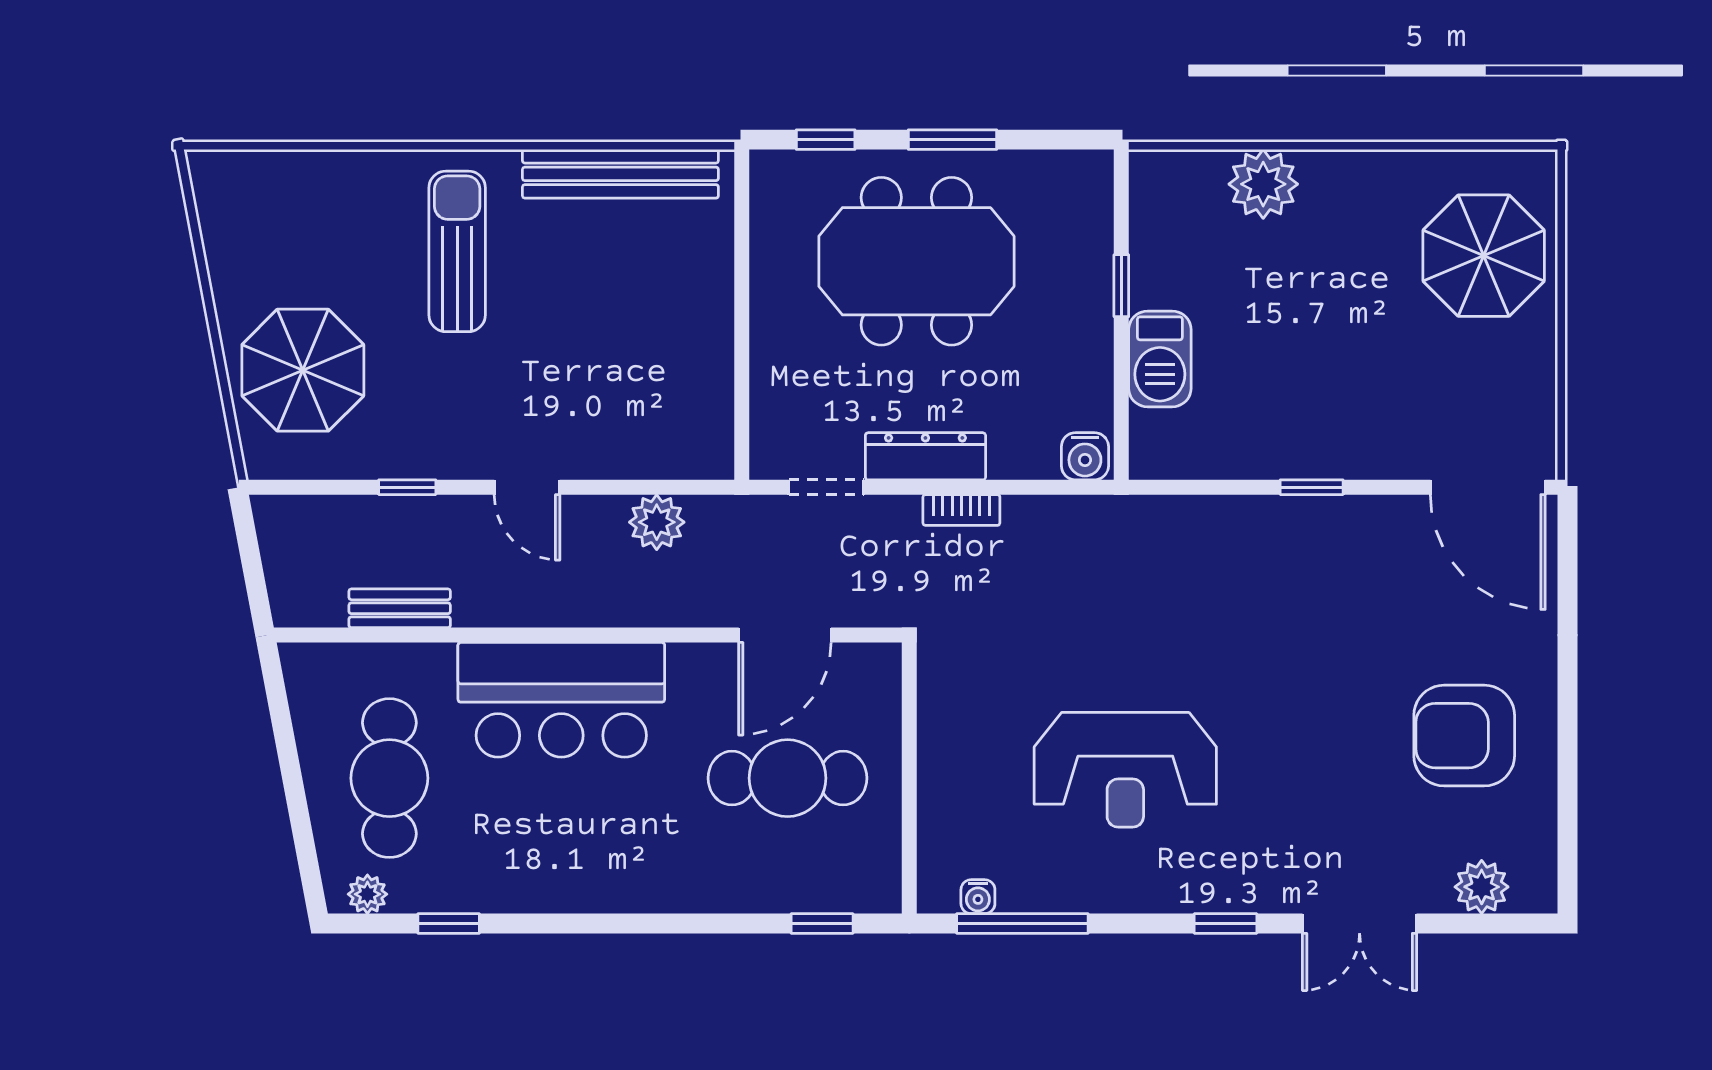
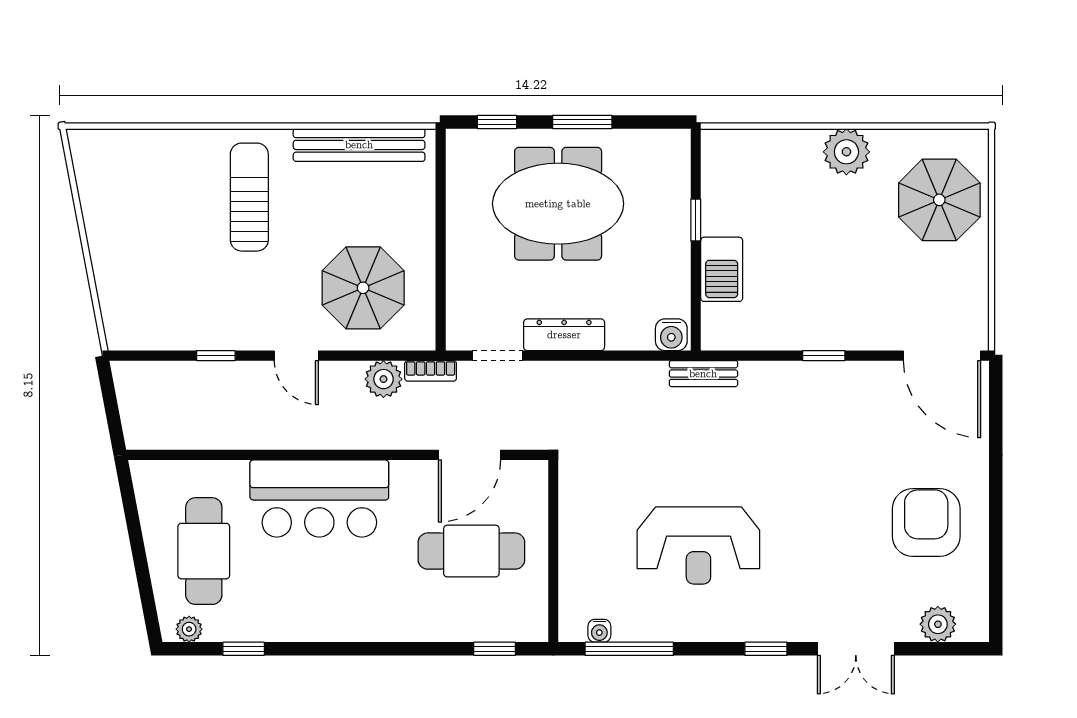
plant: (1263, 184) -> (846, 152), moved
parasol: (303, 370) -> (363, 288), moved
bookcase: (961, 510) -> (431, 371), moved
bench: (400, 608) -> (703, 374), moved
armchair: (1464, 736) -> (926, 523), turned 90

